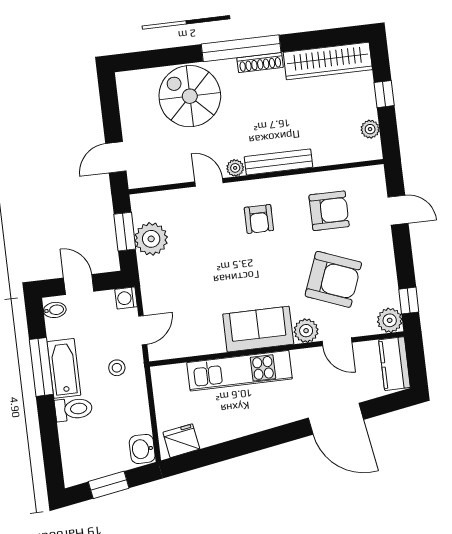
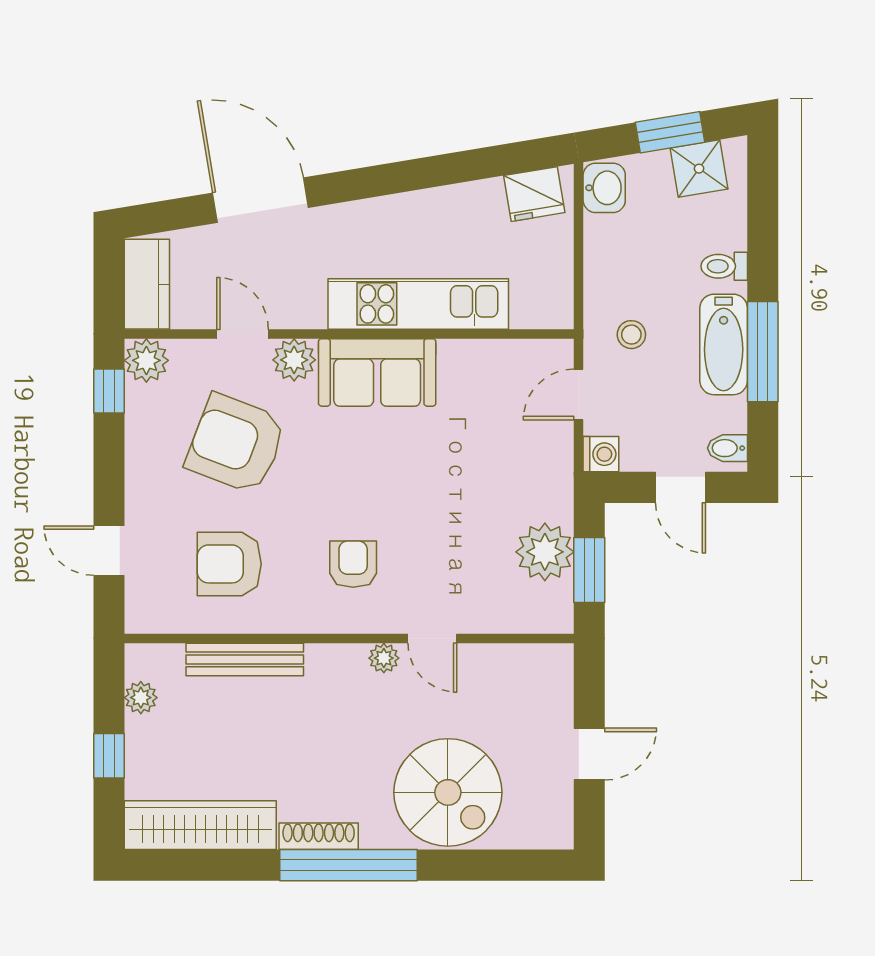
door: (116, 157) -> (589, 754), moved
bench: (278, 162) -> (245, 659), moved
toilet: (74, 409) -> (724, 266), width x0.73, depth x0.72
shower: (90, 466) -> (699, 169), added

